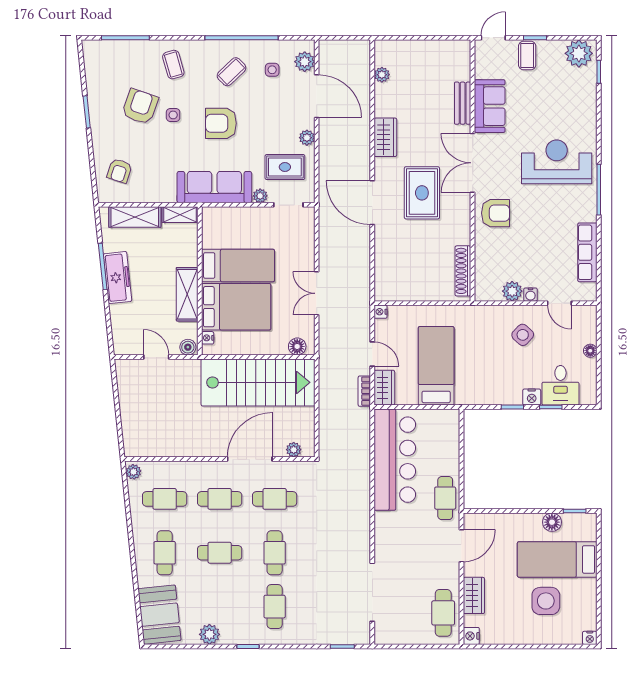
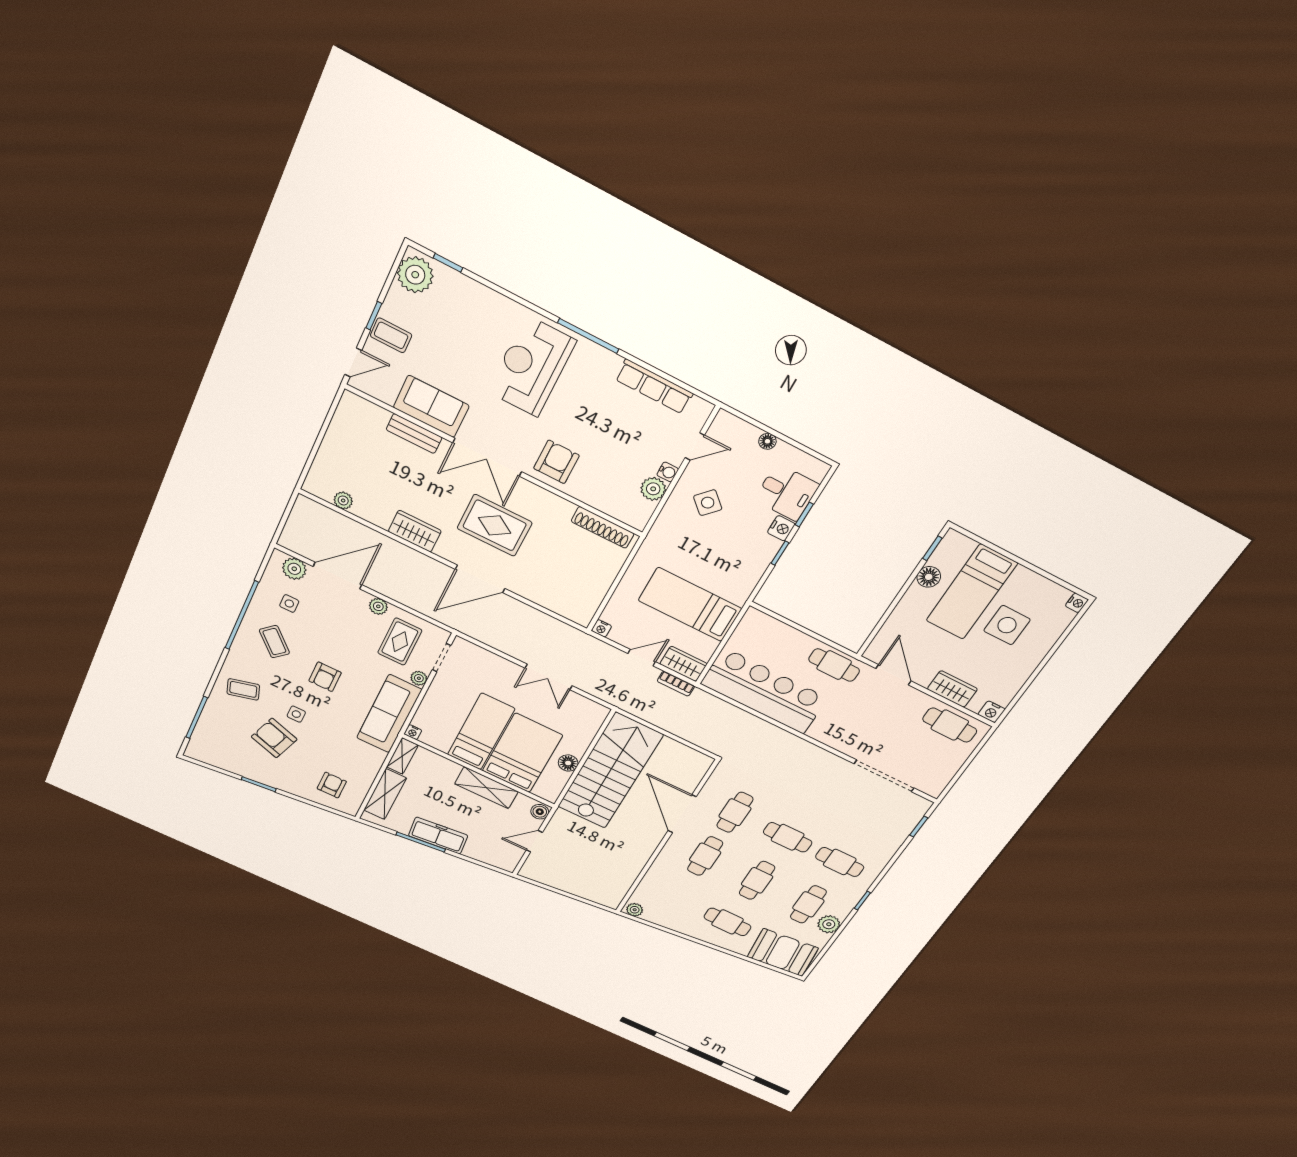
door: (493, 38) -> (353, 362), swing flipped
armchair: (221, 123) -> (325, 677), width x0.72, depth x0.72
armchair: (119, 171) -> (332, 785), turned -108
nightstand: (208, 338) -> (413, 732), moved
floor lamp: (297, 346) -> (568, 763), moved
plant: (294, 450) -> (697, 773), removed
cafe table: (165, 499) -> (808, 904), moved

